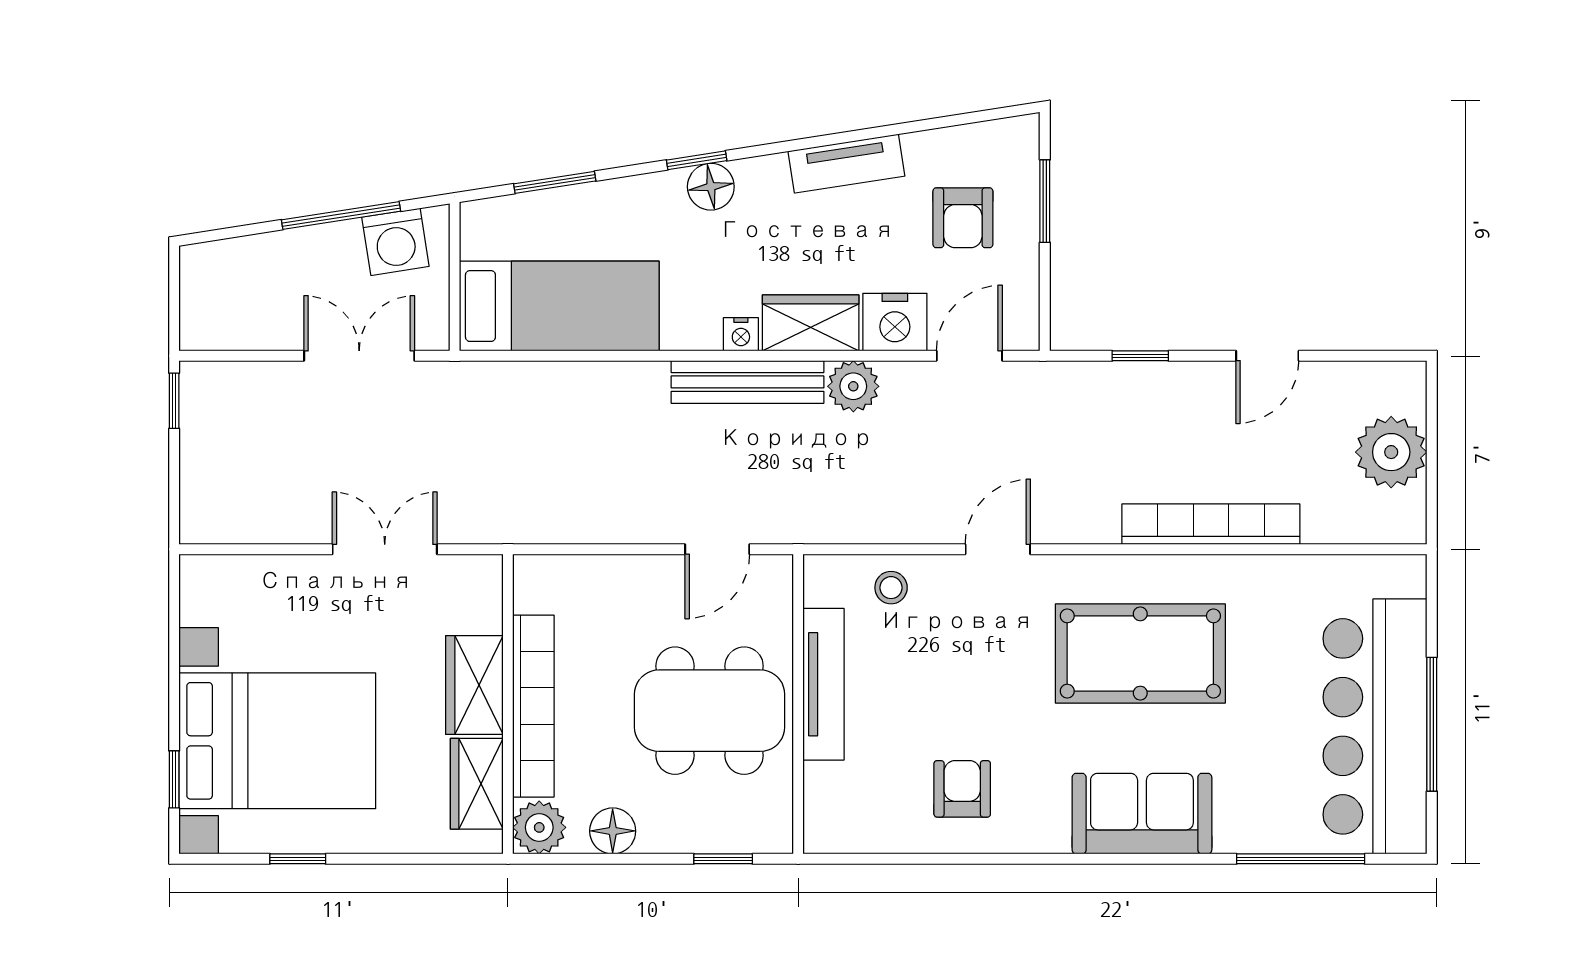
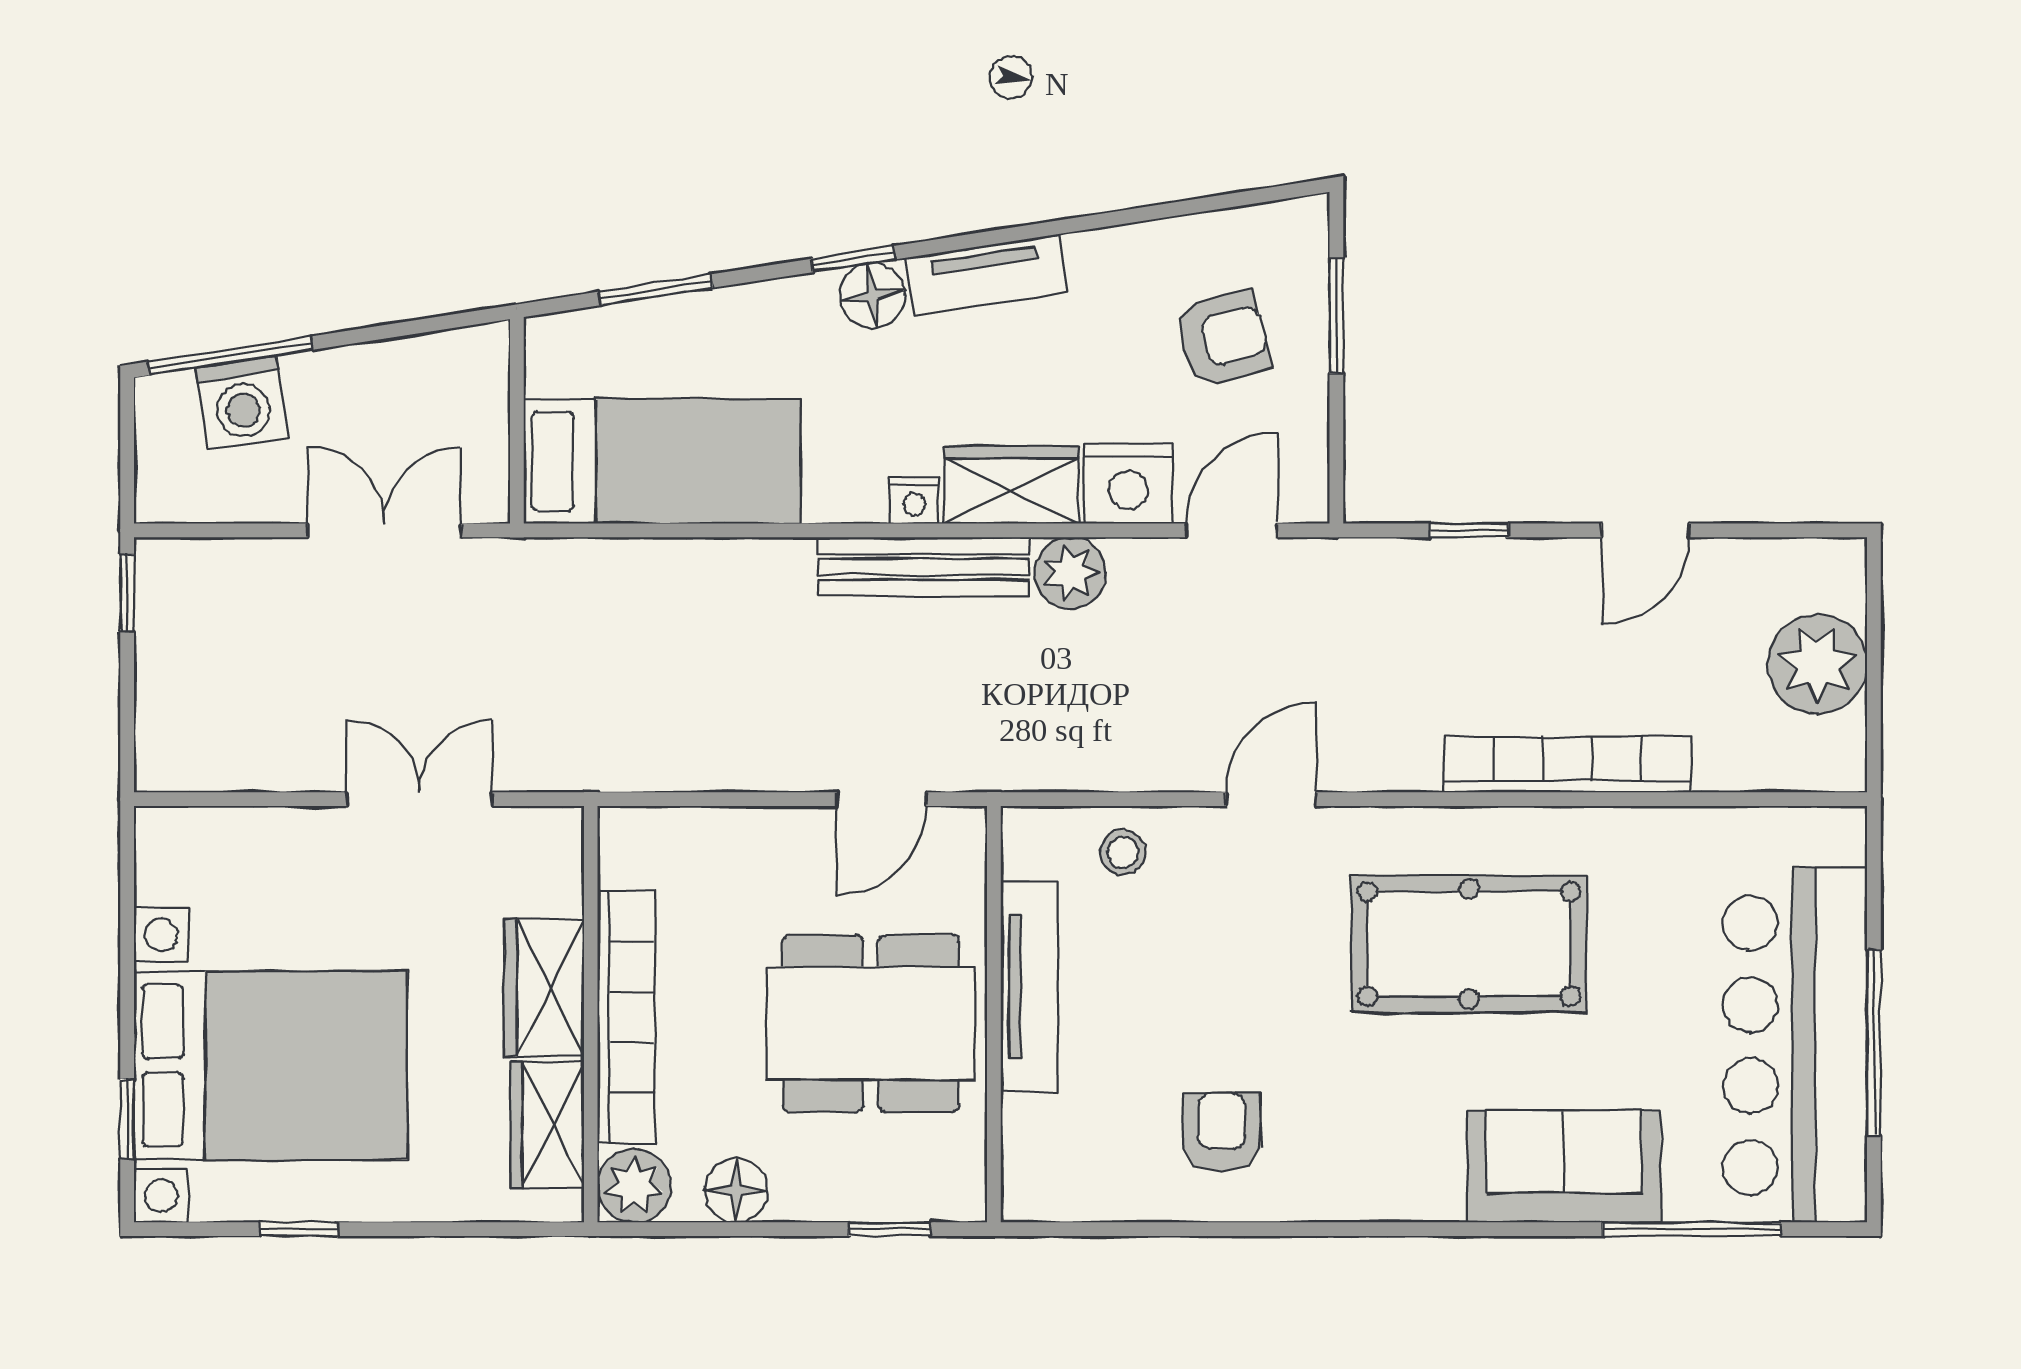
tv unit: (846, 164) -> (986, 275), moved
window: (341, 216) -> (231, 356), moved
armchair: (963, 218) -> (1223, 339), turned -105
washing machine: (395, 242) -> (242, 402), moved
sofa: (1142, 814) -> (1564, 1166), moved

